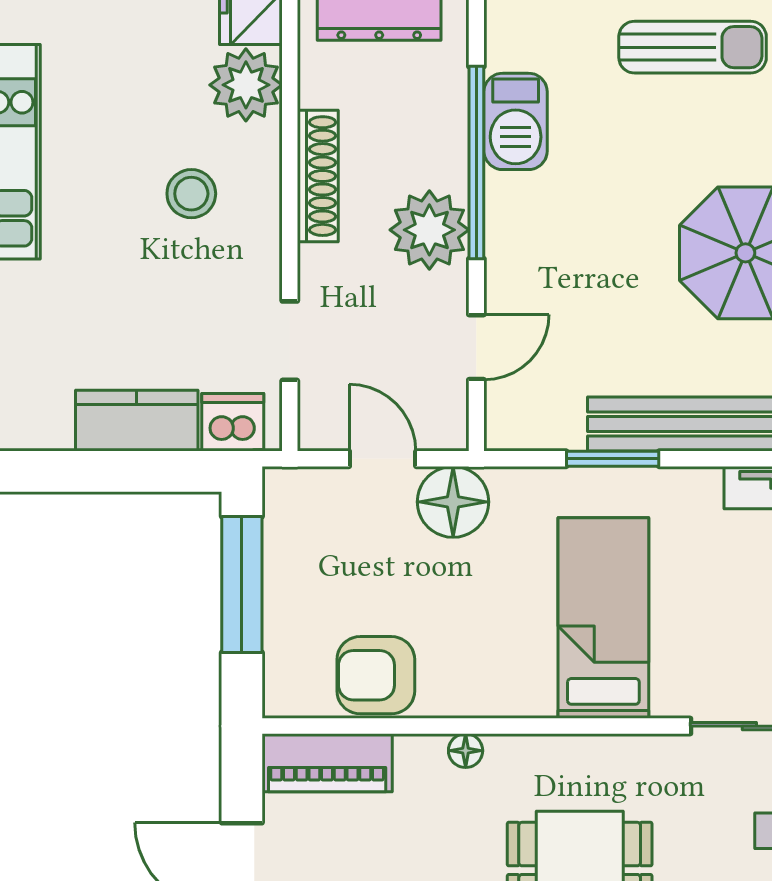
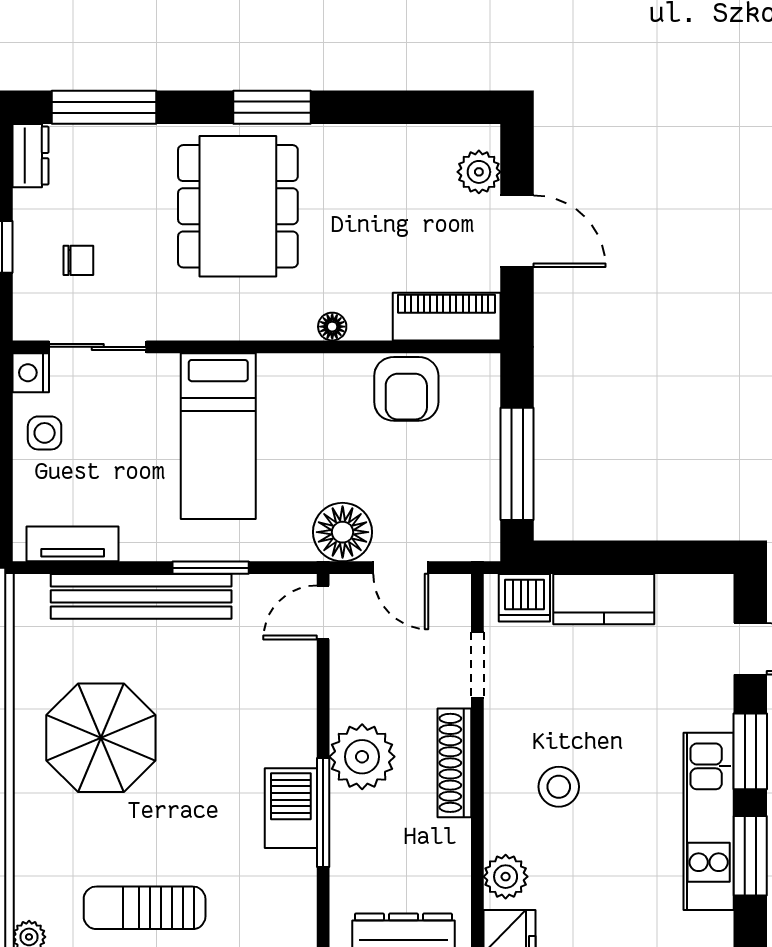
plant: (246, 85) -> (506, 877), width x0.73, depth x0.73
barbecue: (516, 121) -> (291, 808), moved
window: (476, 163) -> (323, 812), width x0.68
shoe rack: (318, 176) -> (454, 763), moved
door: (476, 347) -> (323, 612), moved
armchair: (376, 675) -> (406, 389), turned 90

